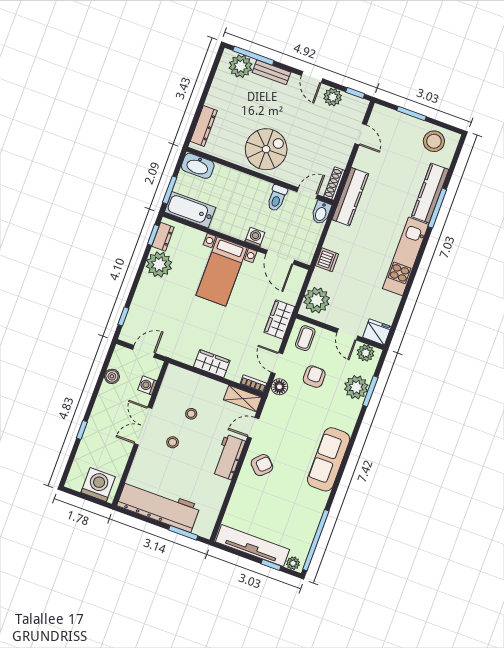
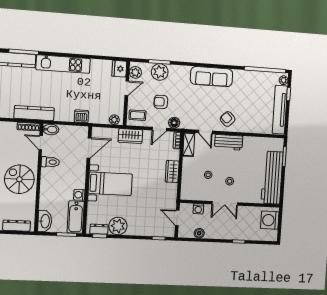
washing machine: (255, 237) -> (79, 195), moved
plant: (317, 300) -> (114, 120), width x0.53, depth x0.53

